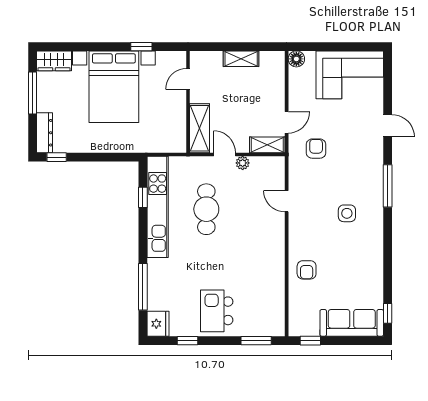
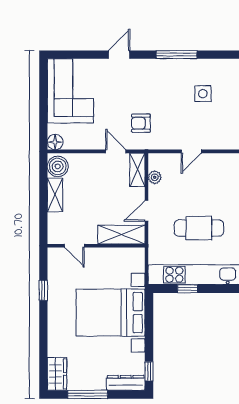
boiler: (271, 62) -> (58, 166), added
bed with nightstands: (114, 87) -> (111, 313), moved, turned 180
plant: (243, 163) -> (155, 177), moved

